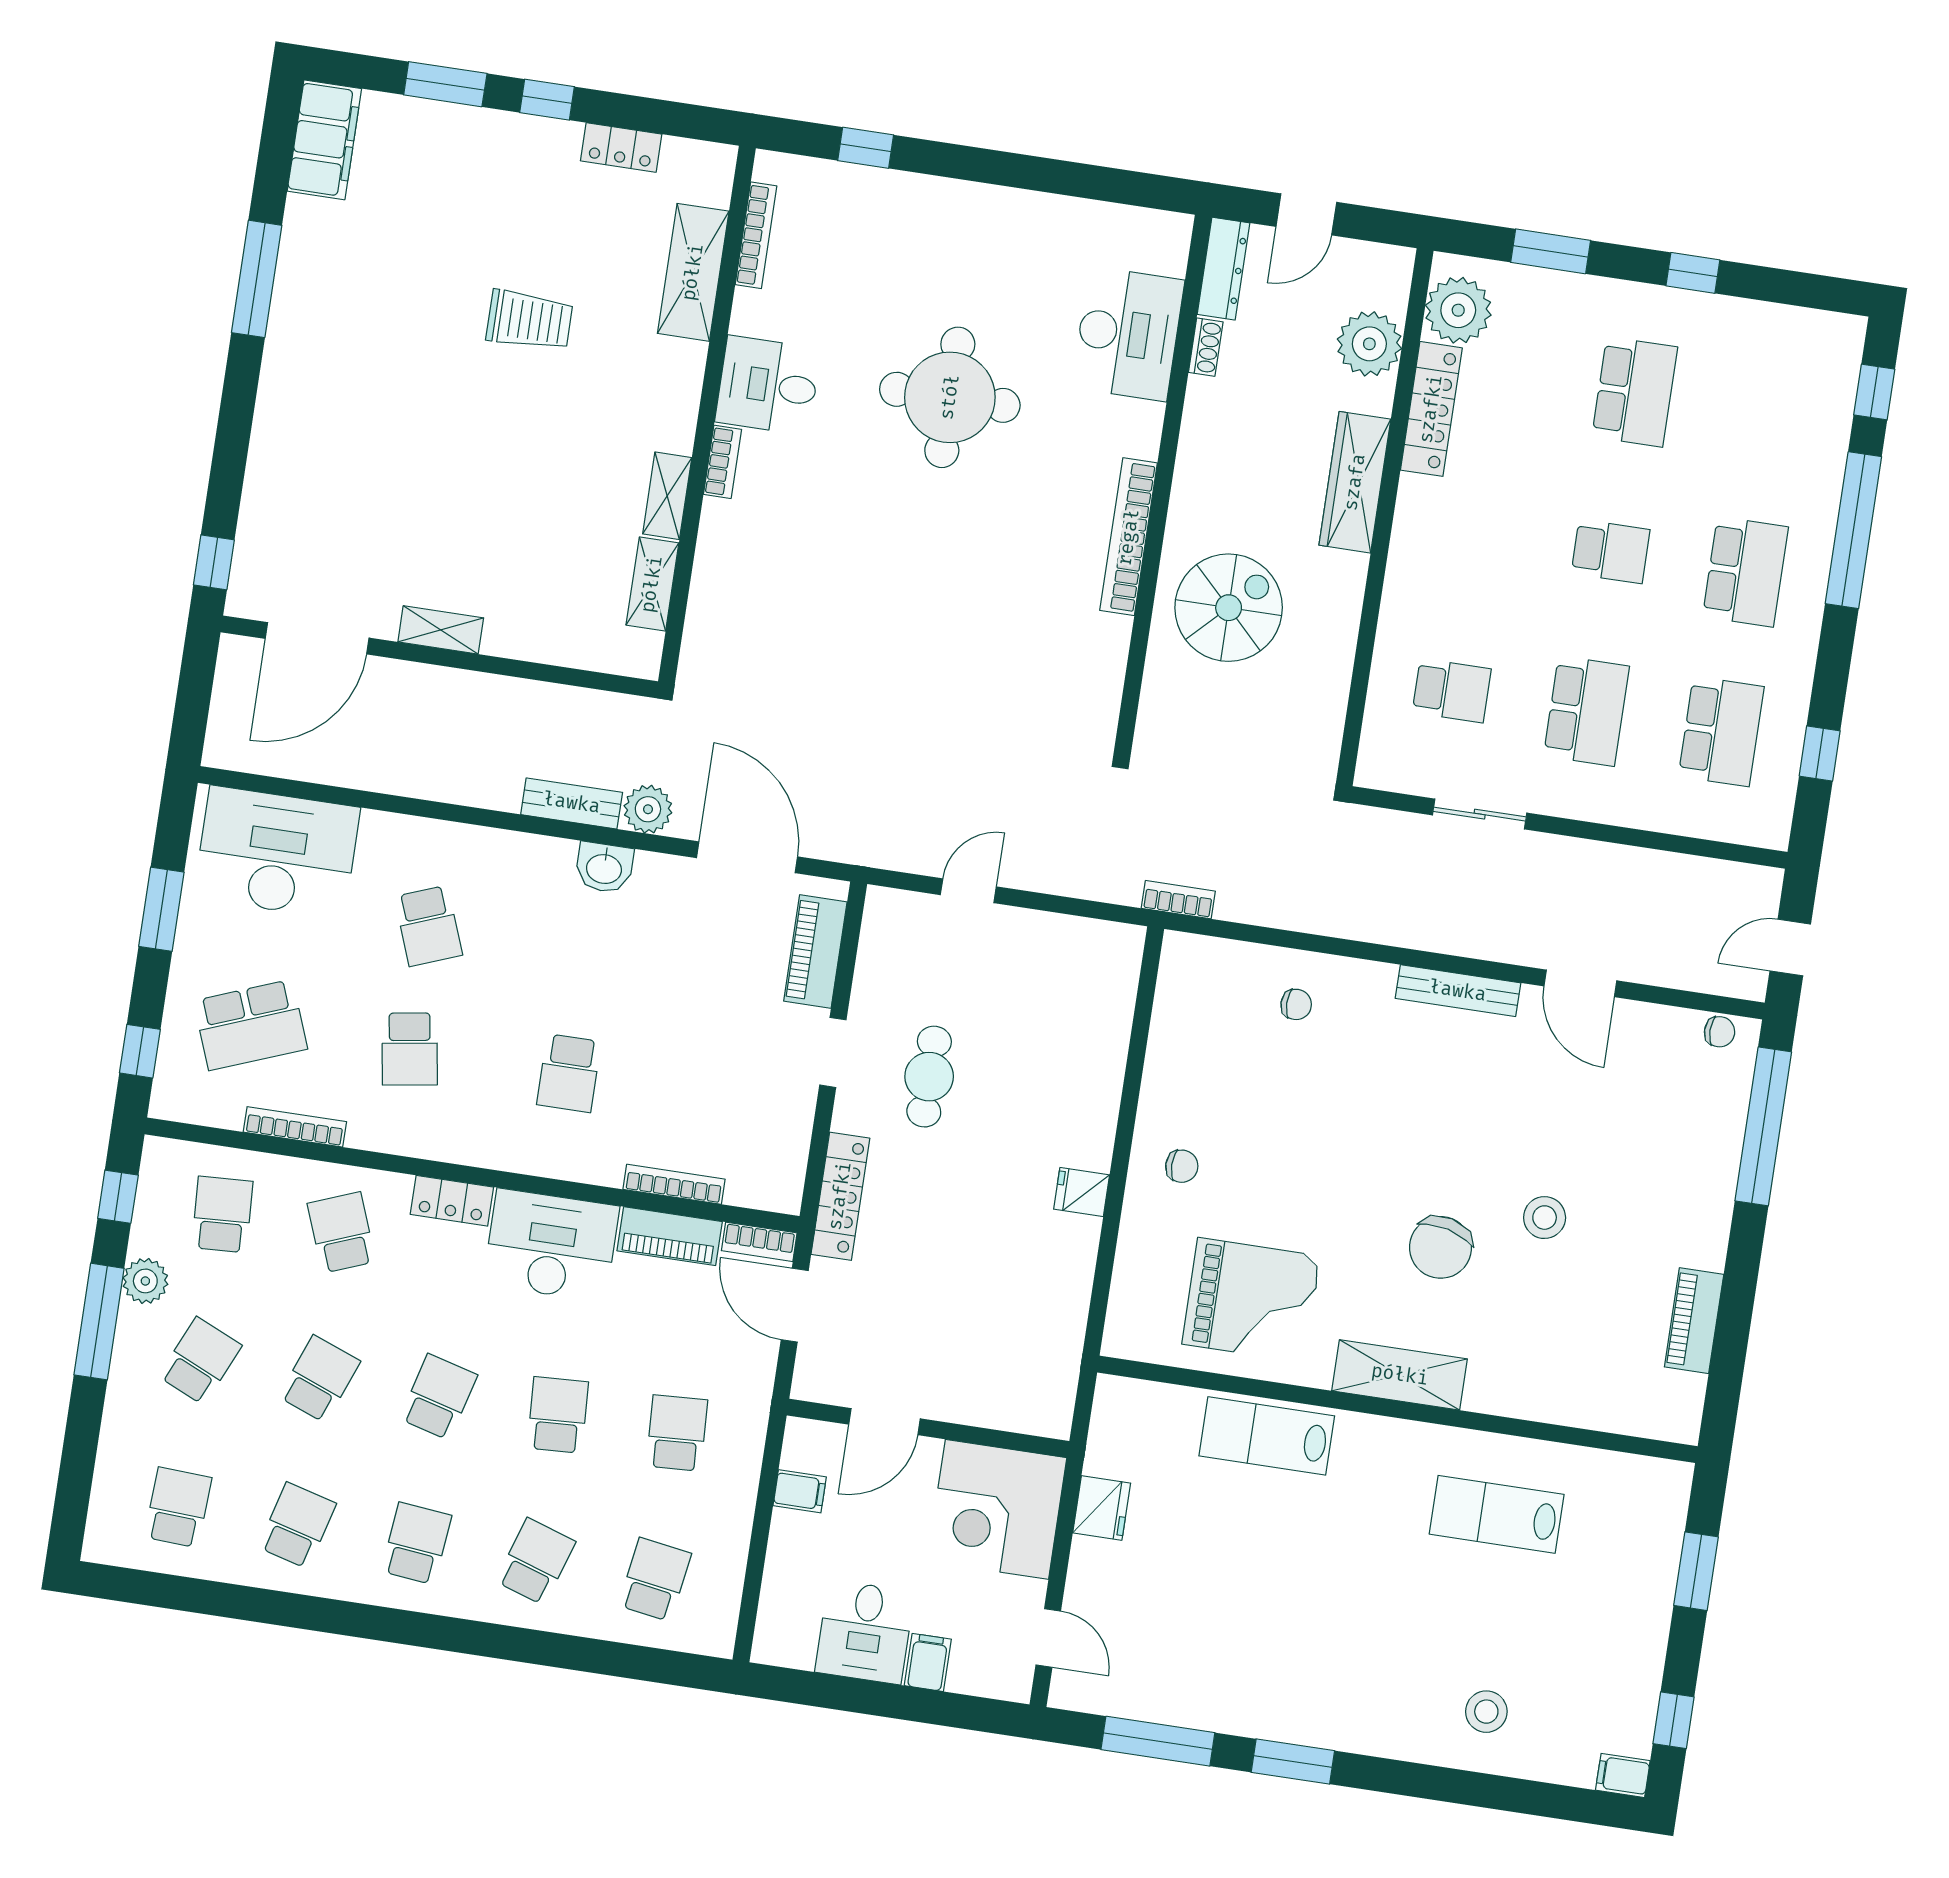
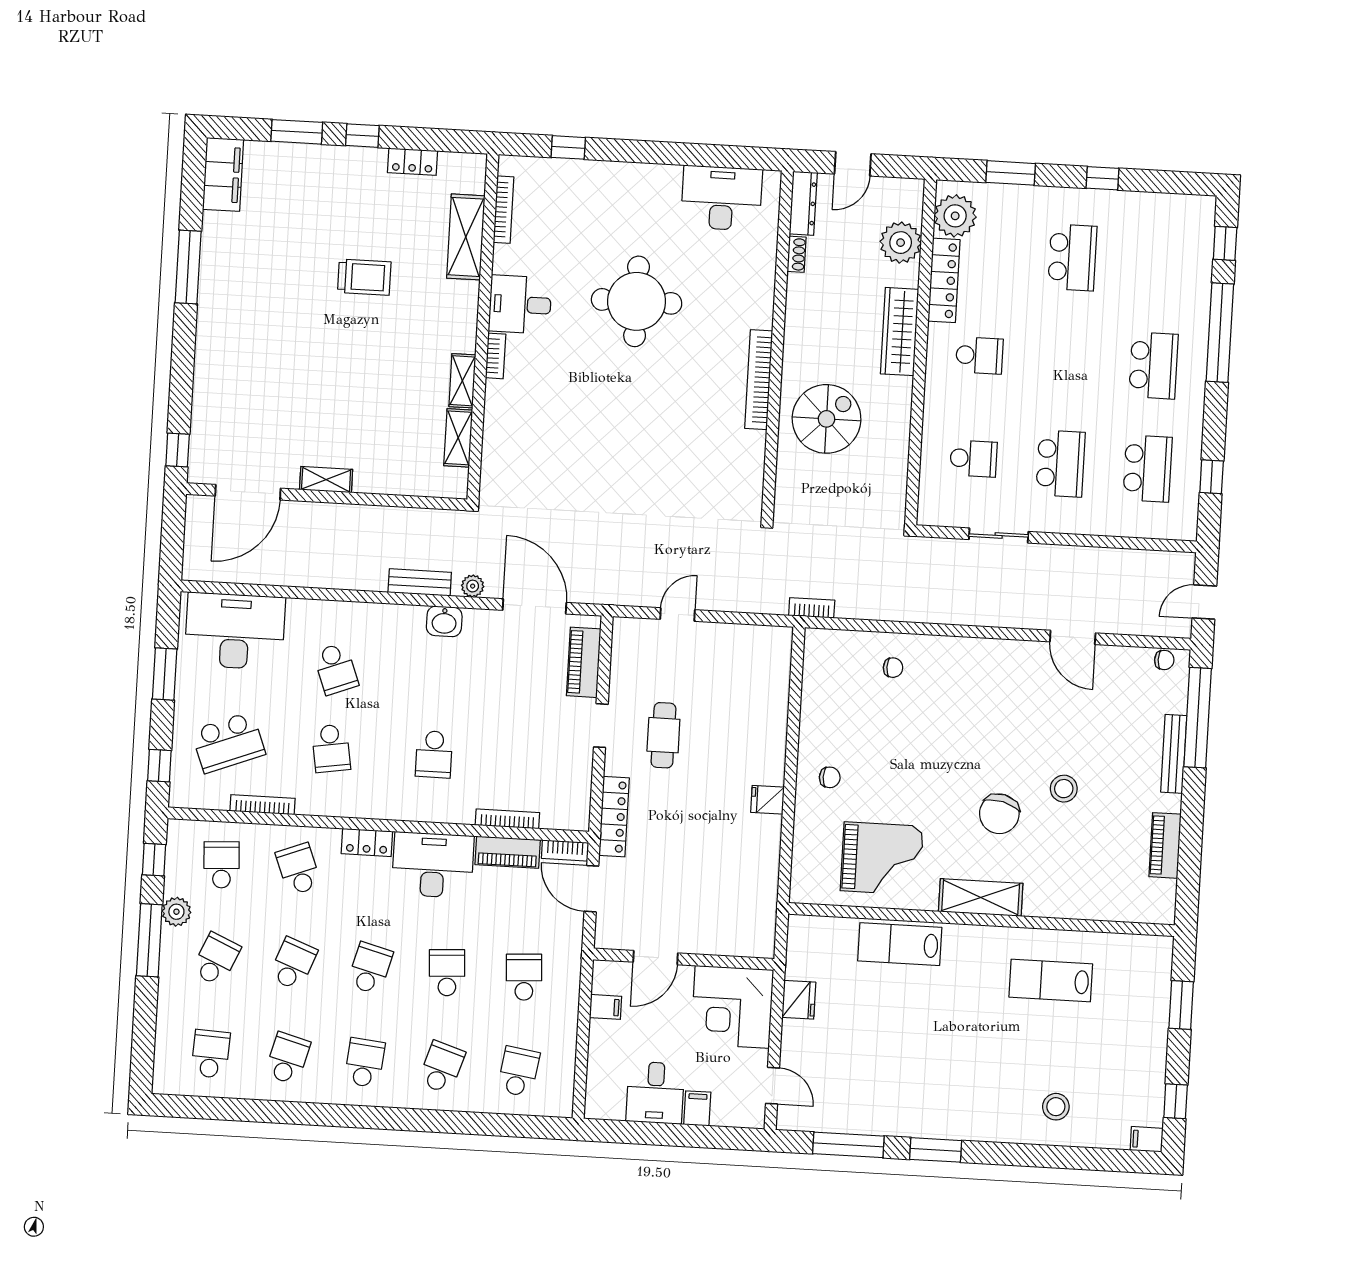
desk: (1128, 334) -> (722, 198), moved, turned -90
school desk: (1611, 551) -> (979, 355), moved
plant: (648, 809) -> (473, 586), width x0.73, depth x0.73
bench: (1458, 991) -> (1174, 754), moved, turned 90

